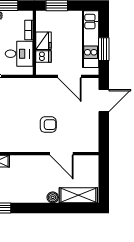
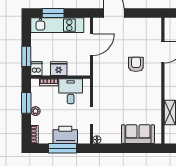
window: (104, 49) -> (53, 13), moved
dishwasher: (43, 56) -> (36, 69), moved

